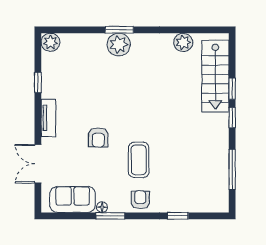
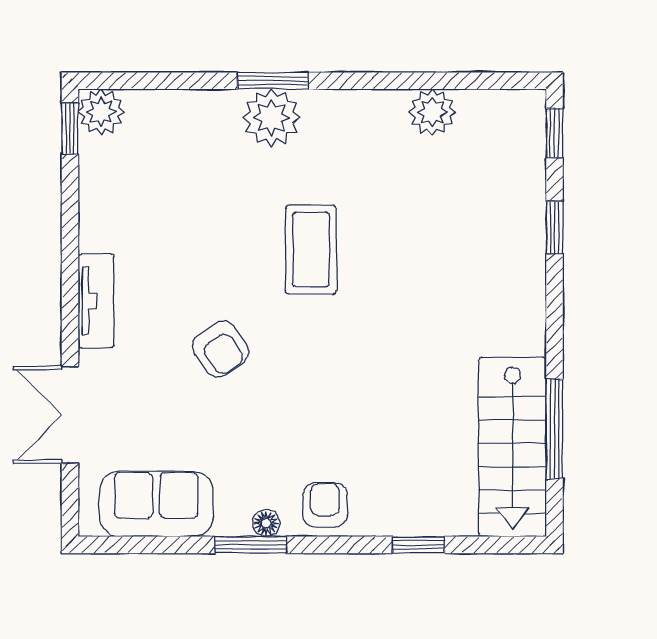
stairs: (215, 76) -> (512, 447), moved
window: (38, 83) -> (70, 129), moved
window: (232, 118) -> (554, 133), moved
armchair: (98, 137) -> (220, 349), turned -35
coffee table: (139, 160) -> (311, 250), moved
floor lamp: (102, 207) -> (266, 523), moved

